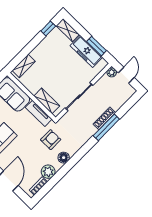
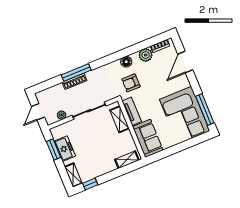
freezer: (86, 51) -> (65, 149), width x0.71
plant: (112, 72) -> (62, 115), moved

